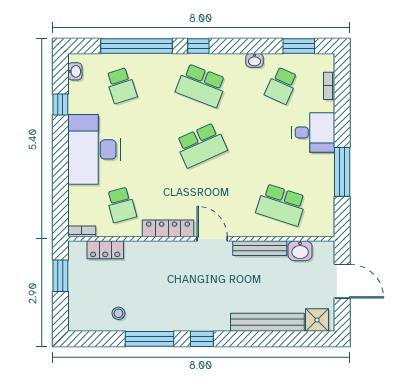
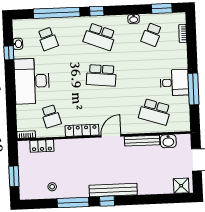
washbasin: (75, 71) -> (18, 44), moved
desk: (313, 132) -> (174, 83), moved
school desk: (201, 145) -> (101, 75), turned 30
door: (212, 239) -> (111, 136), hinge flipped
window: (60, 276) -> (14, 176), moved
bench: (267, 322) -> (113, 190), moved

